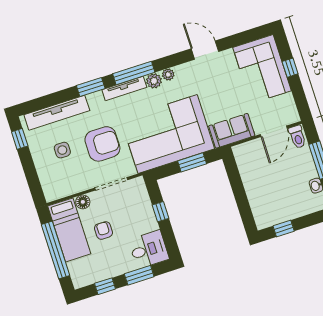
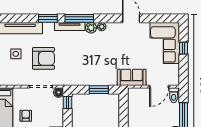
corner sofa: (168, 134) -> (89, 66), removed
floor lamp: (83, 202) -> (58, 92), moved
window: (161, 212) -> (67, 103), moved

